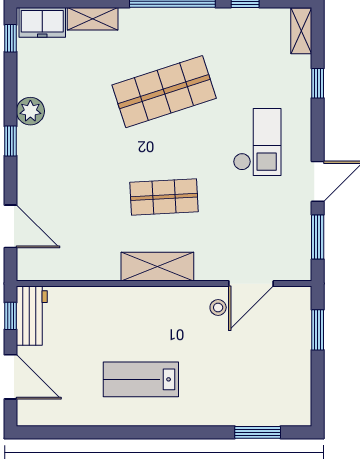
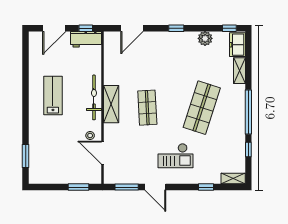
shop shelf: (164, 92) -> (202, 108), turned 36
plant: (30, 111) -> (205, 38), moved
bicycle: (144, 300) -> (94, 97), added

